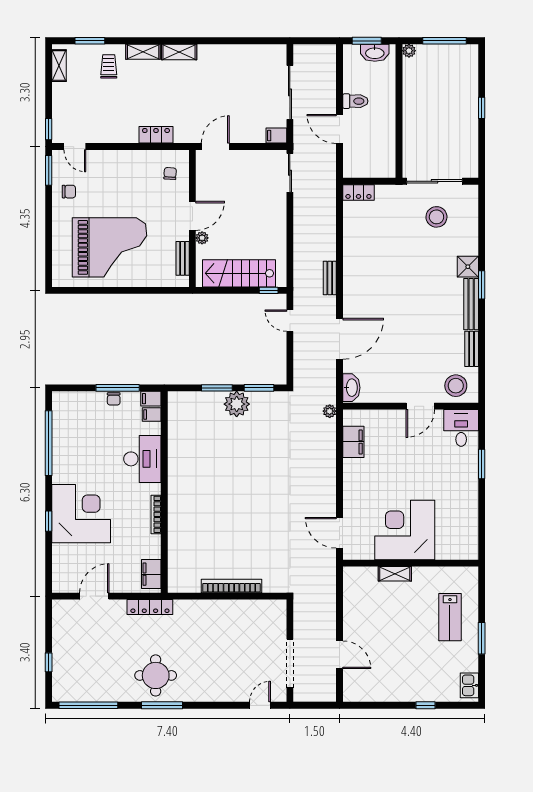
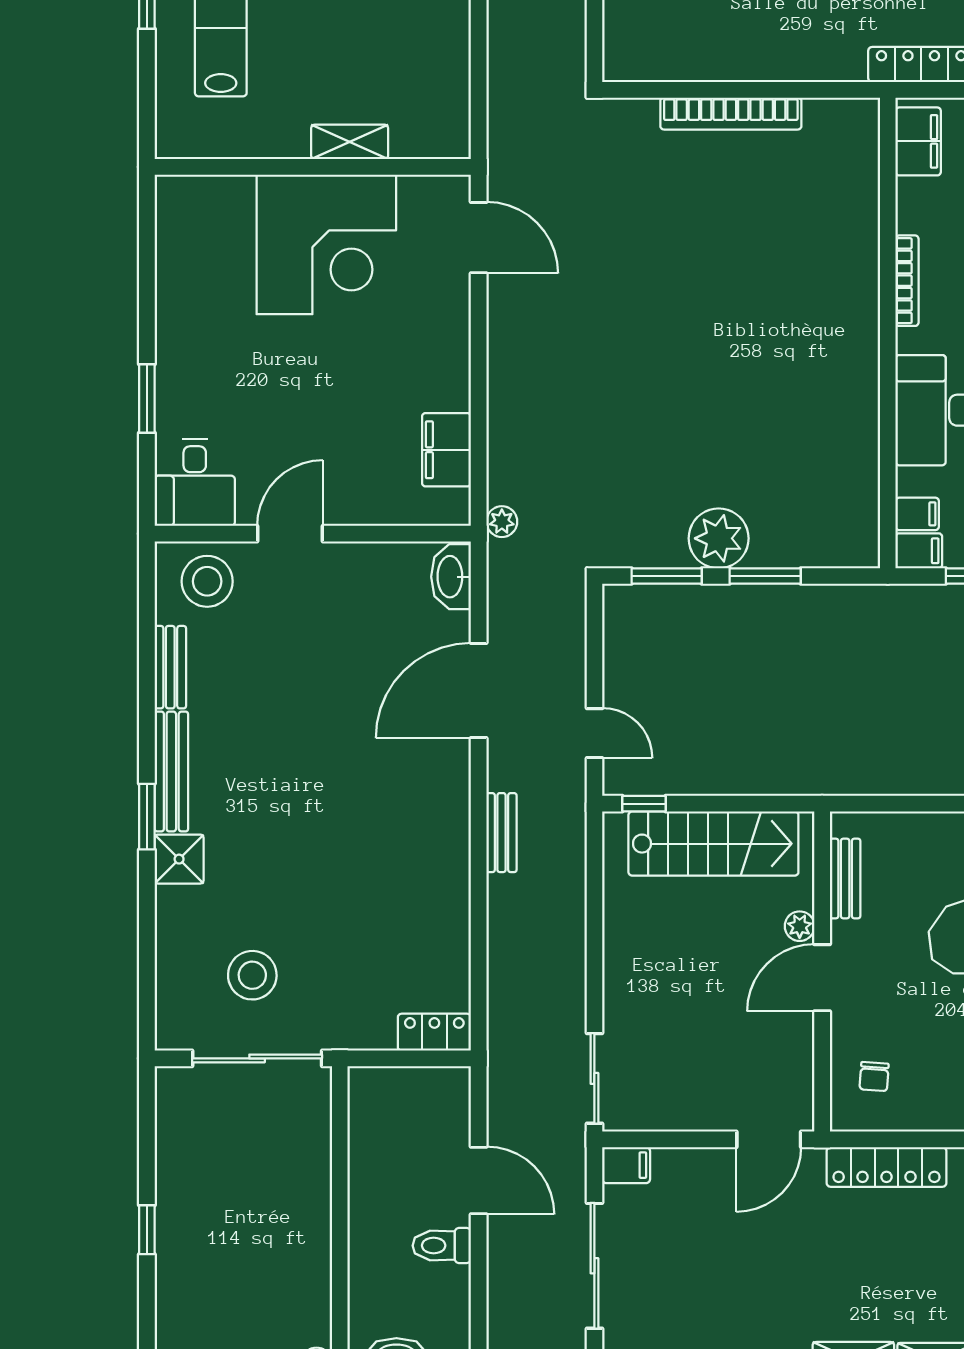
locker: (156, 135) -> (886, 1167), width x1.53

